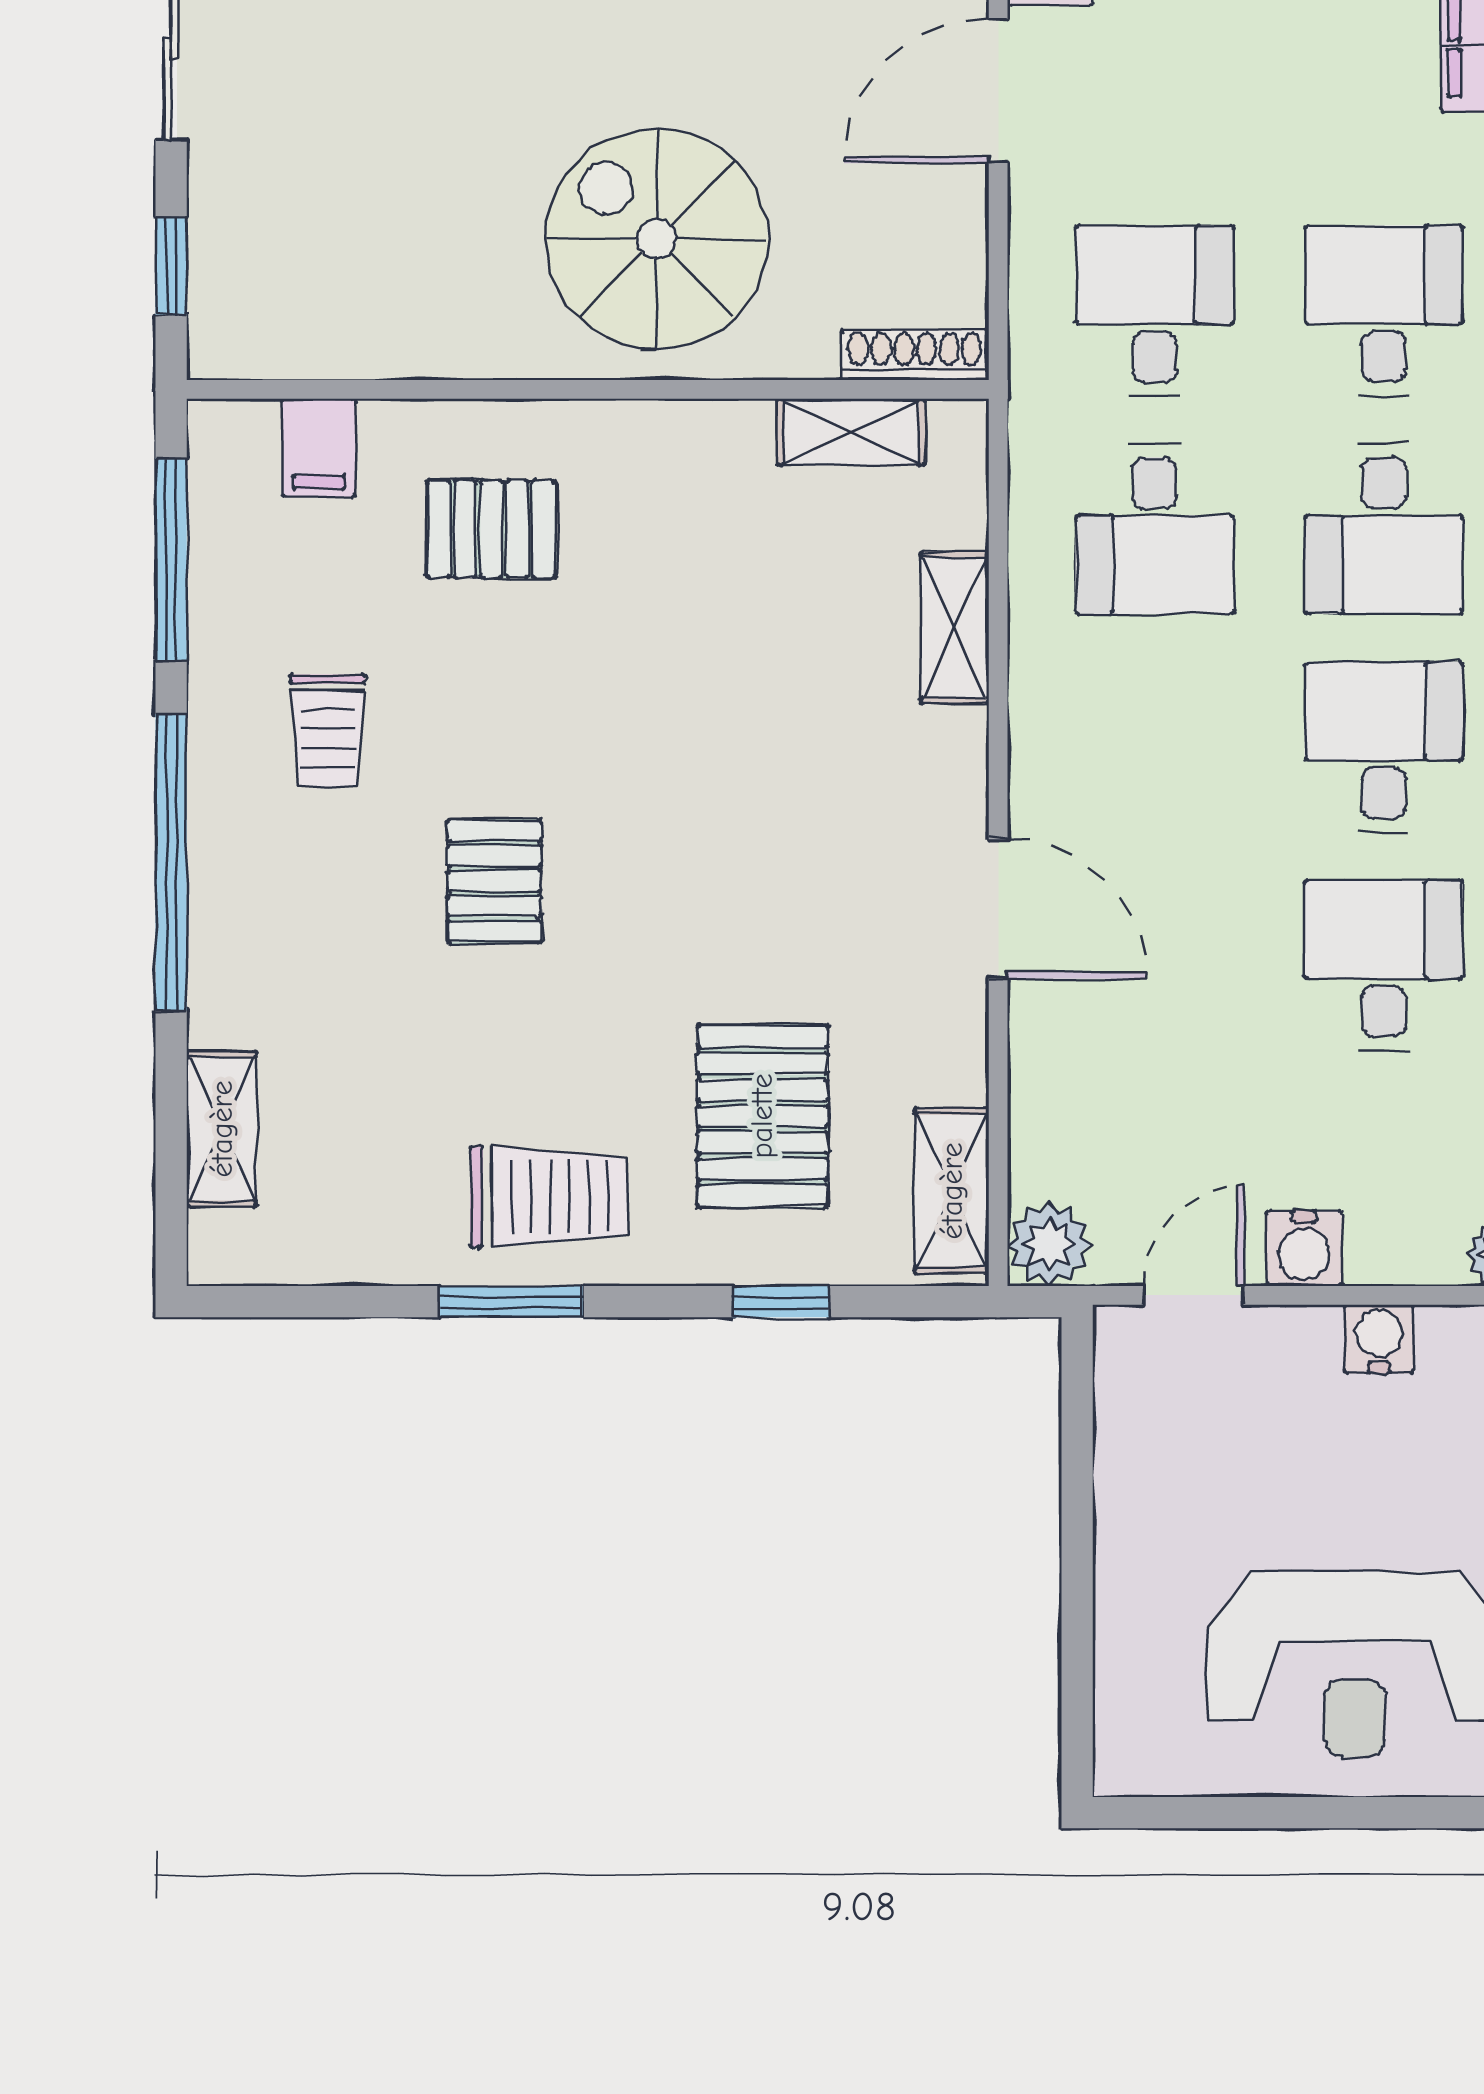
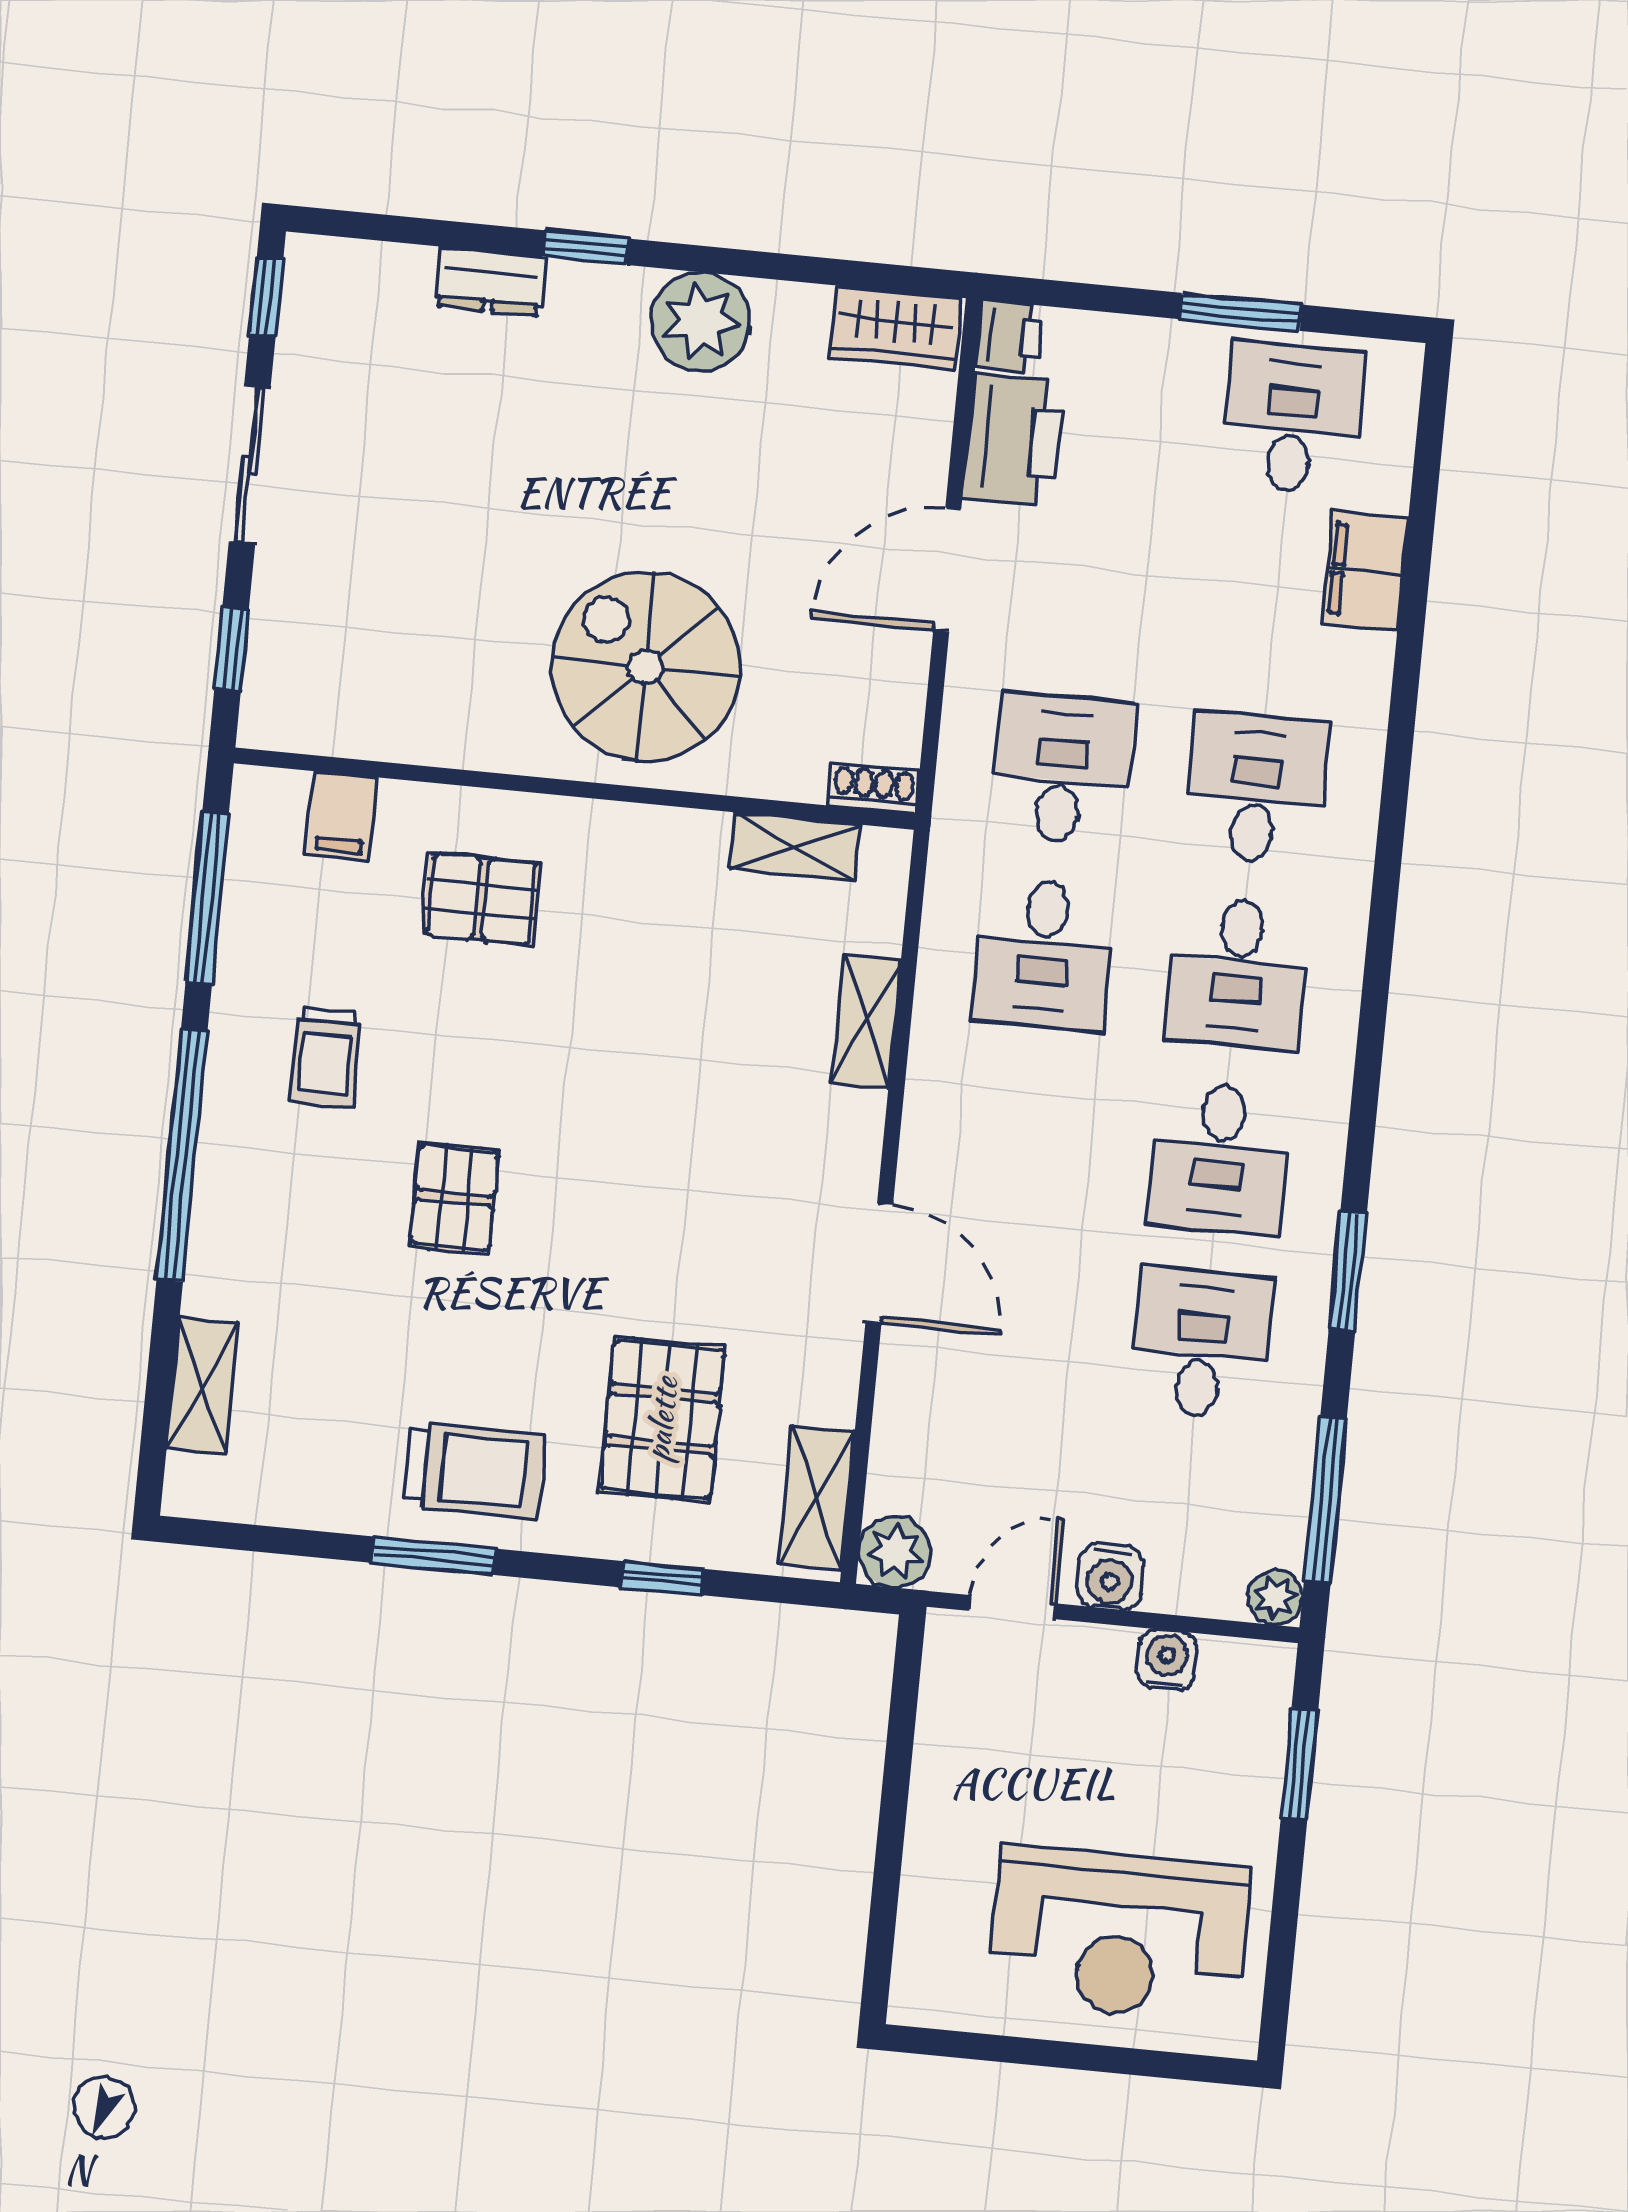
shoe rack: (915, 355) -> (874, 789), width x0.70
desk: (1384, 747) -> (1220, 1158), turned 180

